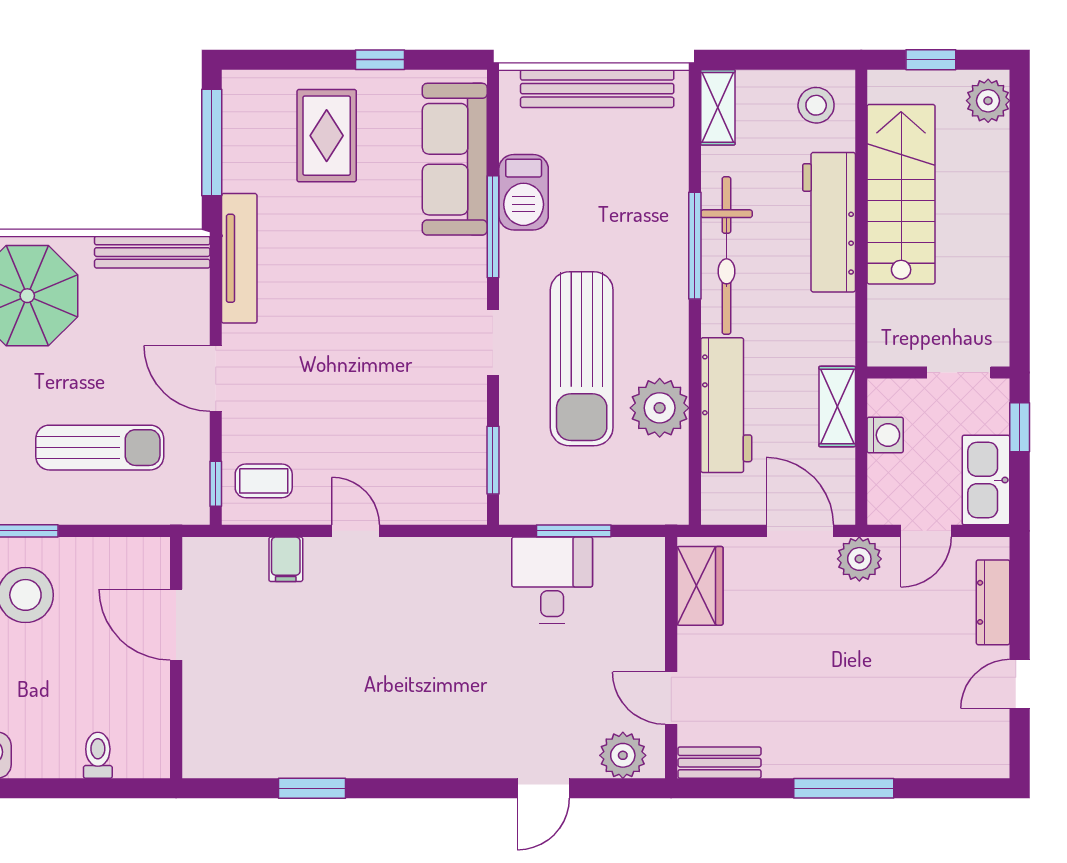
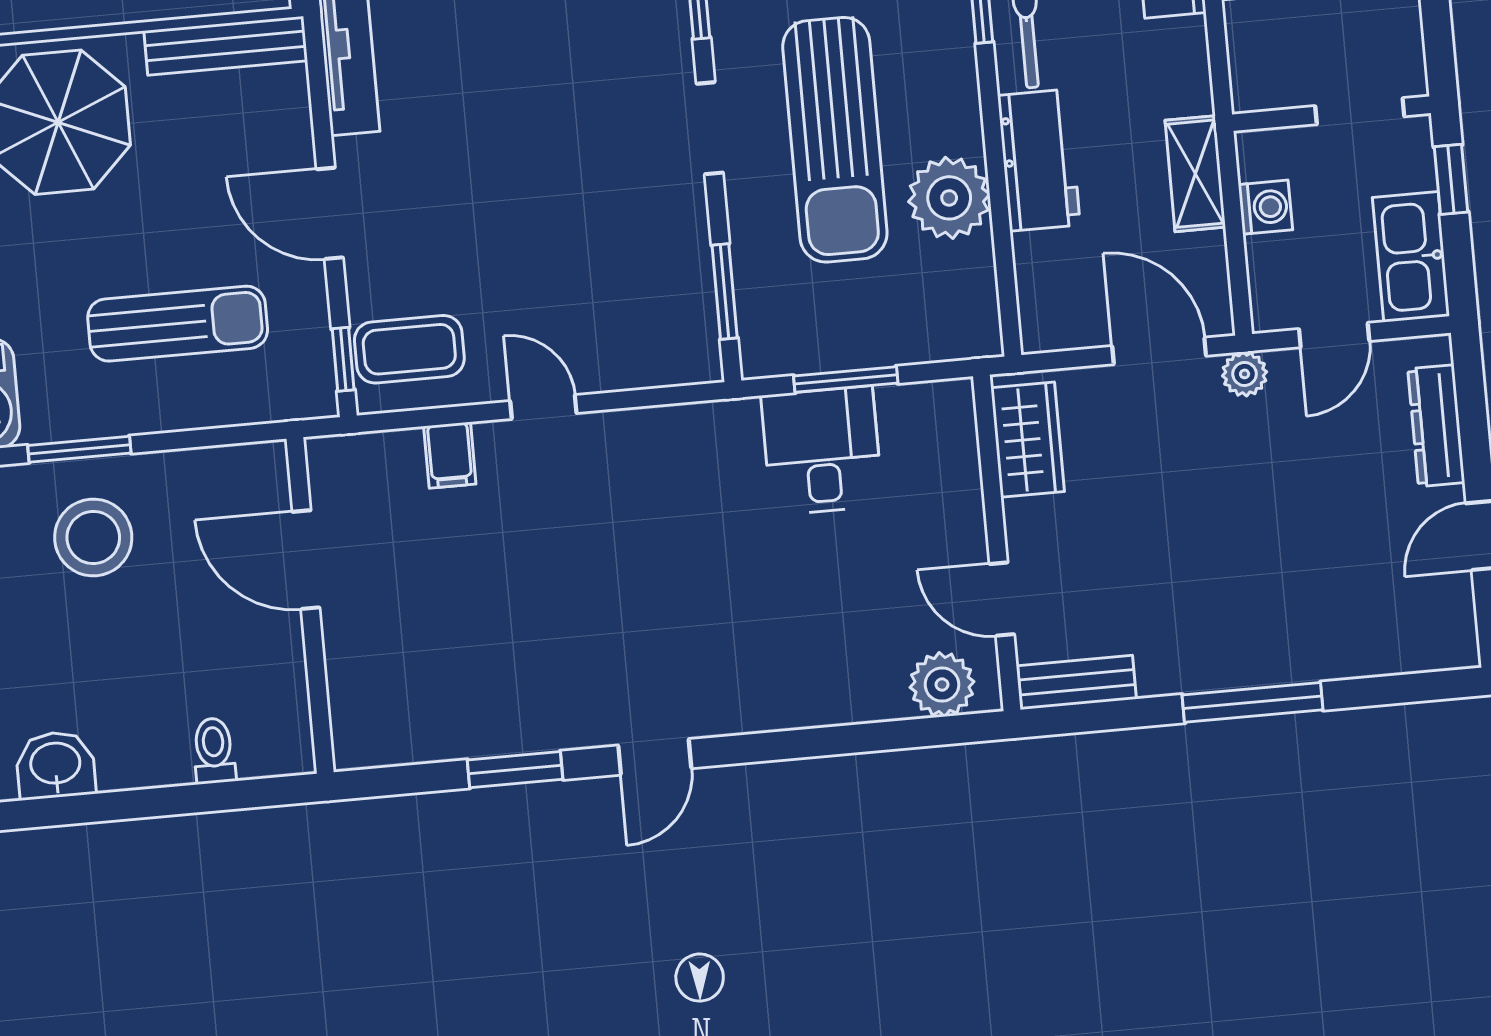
workbench: (726, 405) -> (1039, 160), width x0.73
coffee table: (264, 481) -> (409, 349), width x1.36, depth x1.30
plant: (859, 559) -> (1245, 374), width x0.73, depth x0.73
door: (543, 788) -> (655, 757), moved

